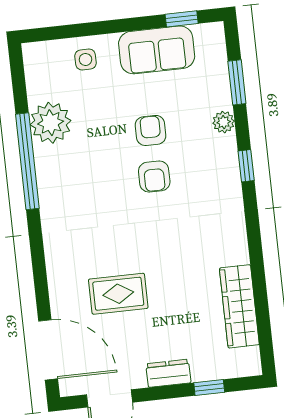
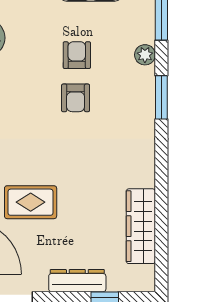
window: (246, 166) -> (161, 97), width x1.50
dresser: (168, 373) -> (77, 281), width x1.44

